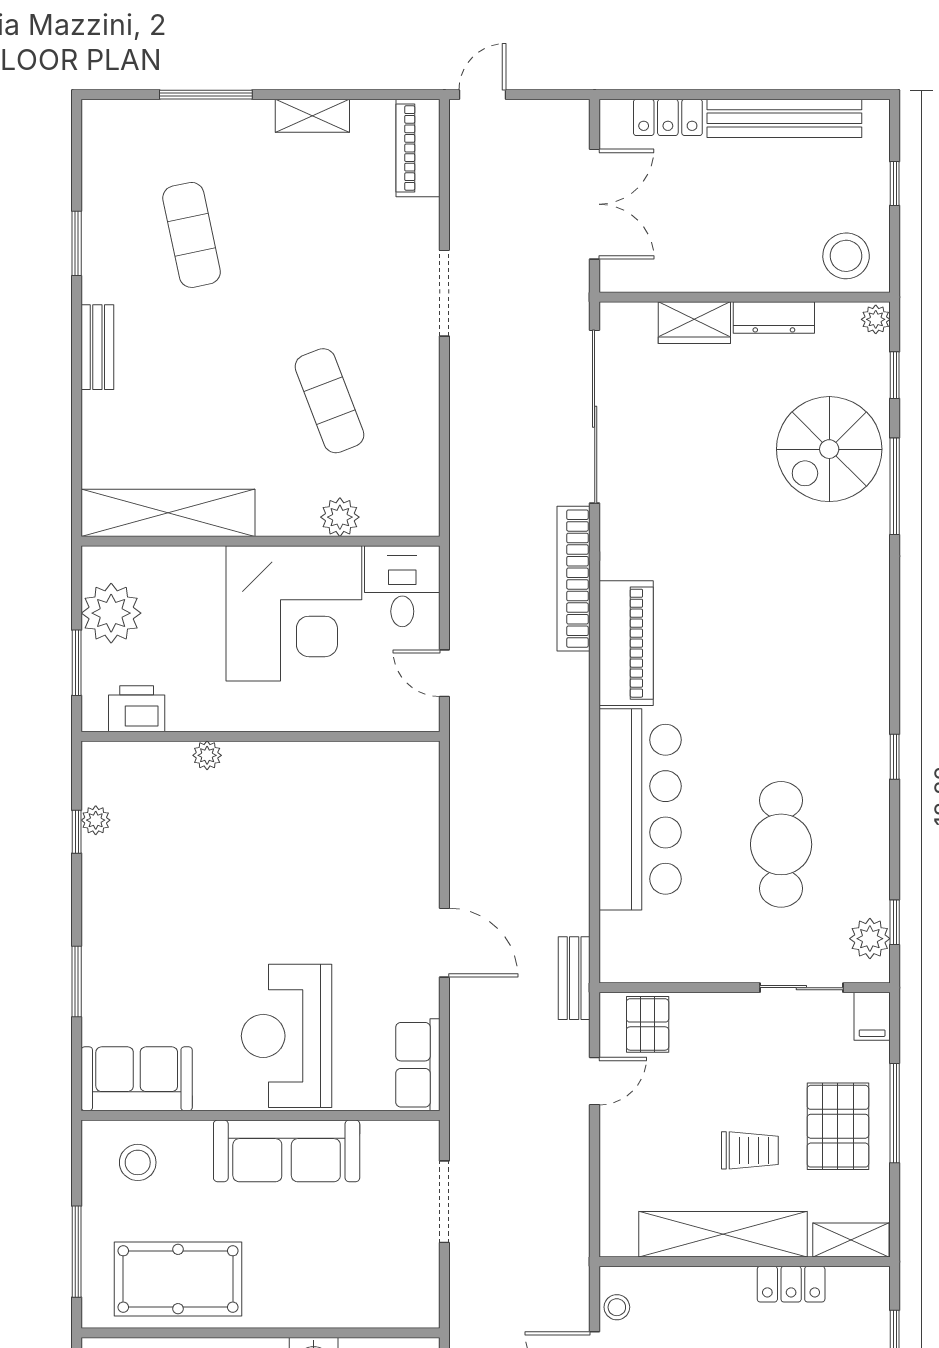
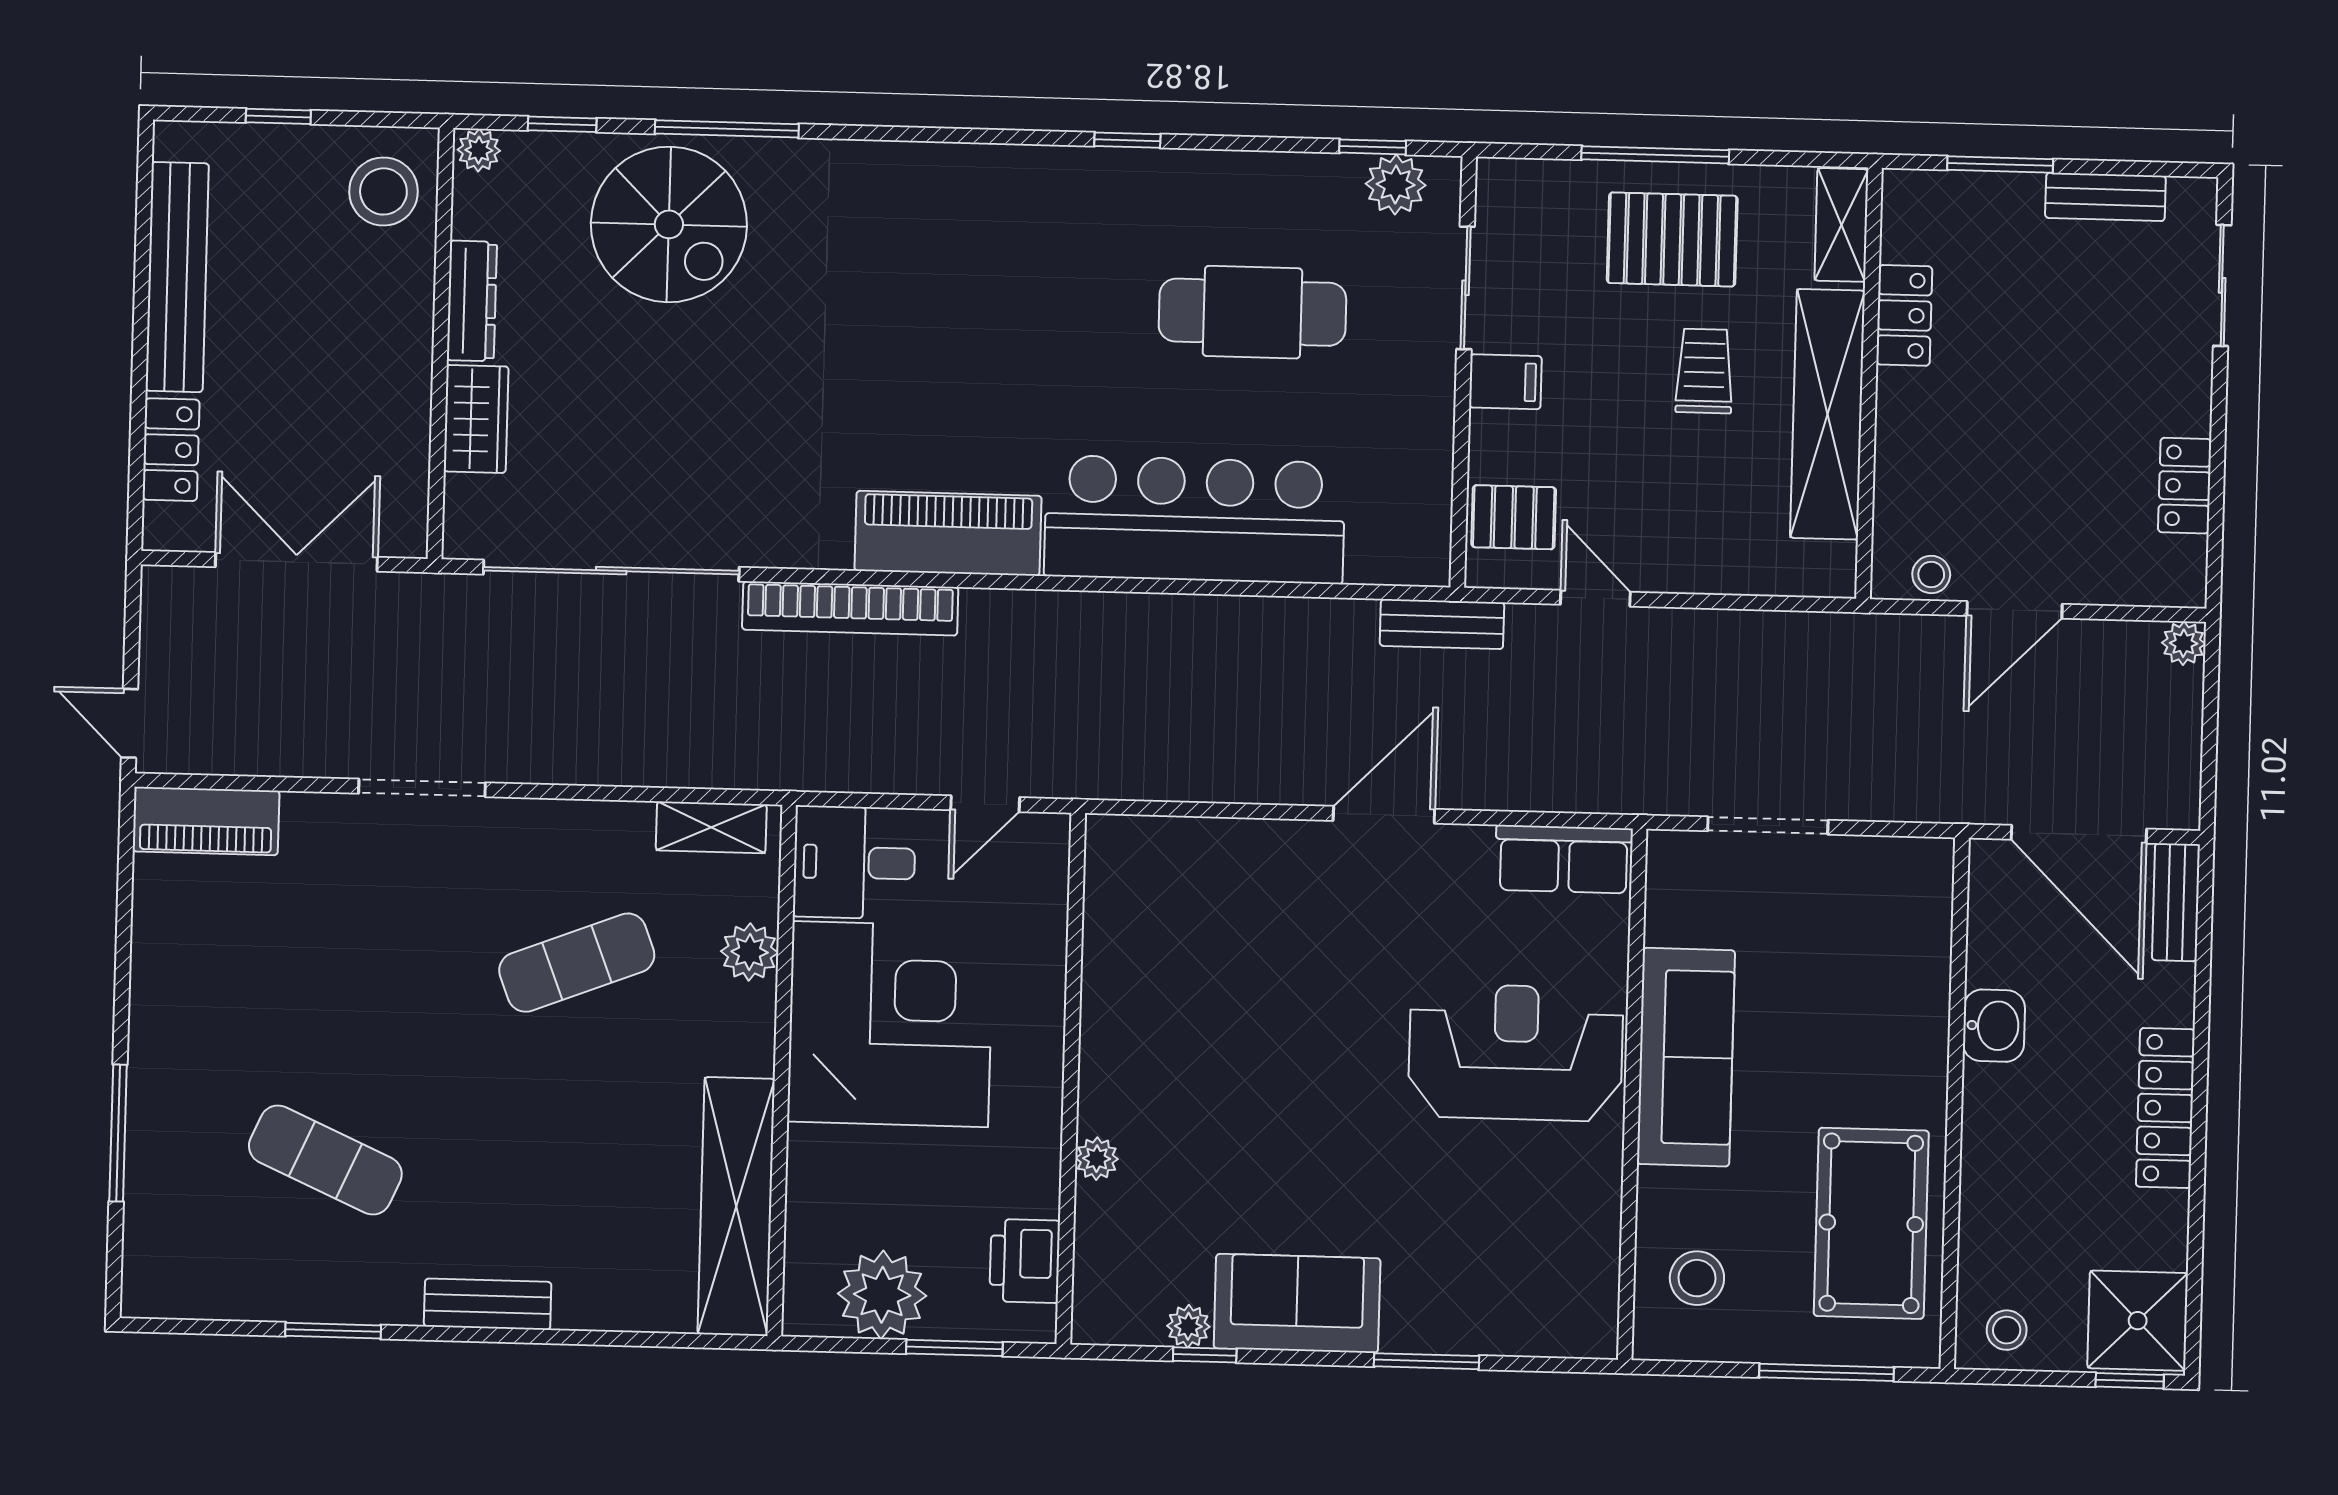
shelving: (312, 116) -> (711, 827), moved, turned 90
exercise mat: (192, 235) -> (325, 1160), turned 36
filing cabinet: (872, 1016) -> (1505, 382), moved
reception desk: (287, 1036) -> (1516, 1052), turned 180
sofa: (137, 1079) -> (1297, 1303), moved, turned 90

